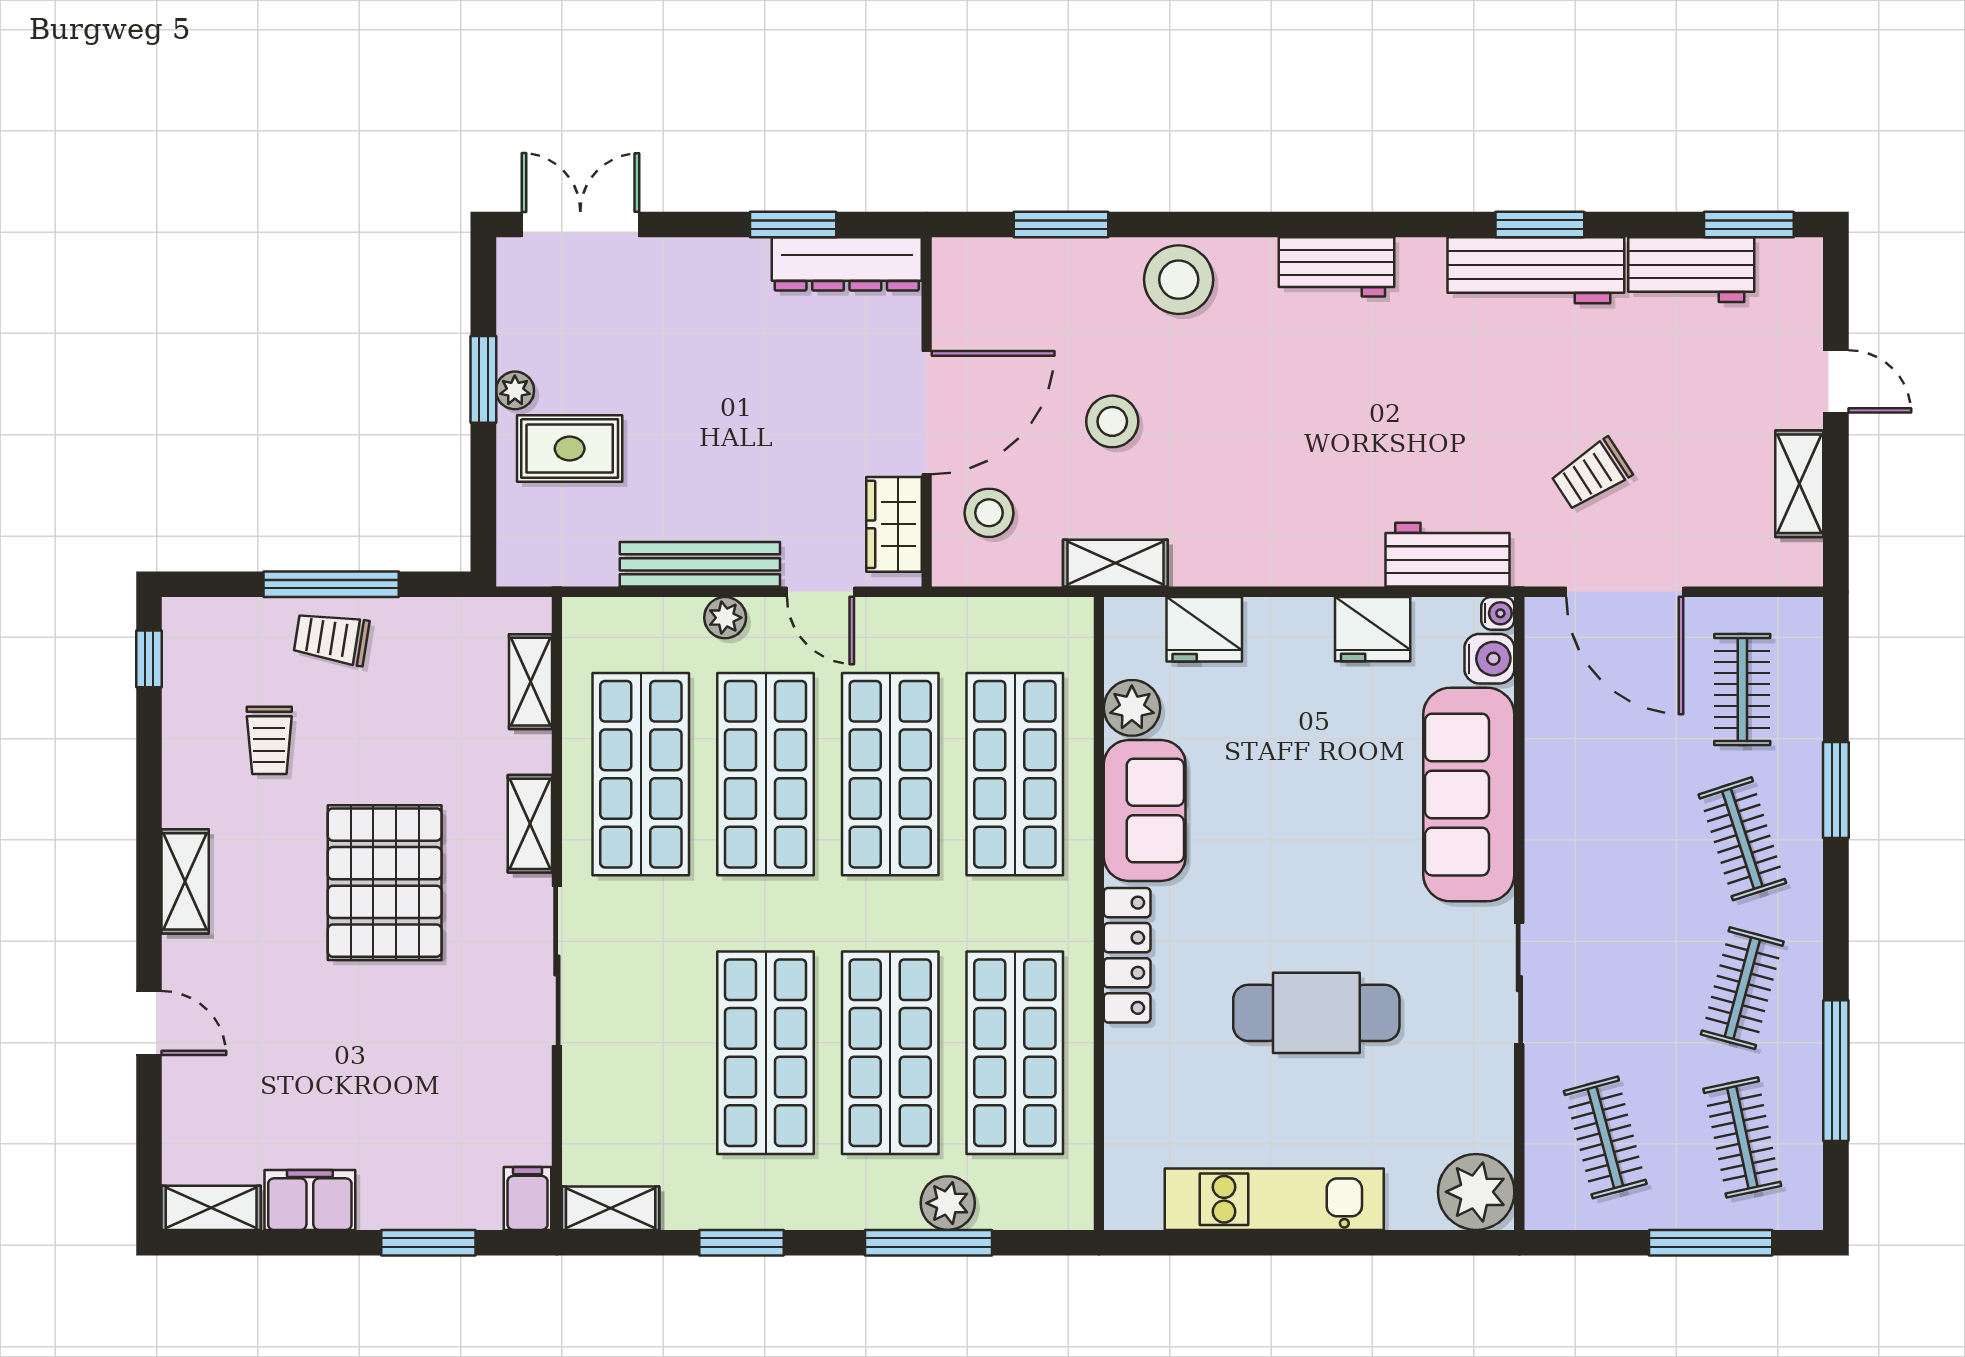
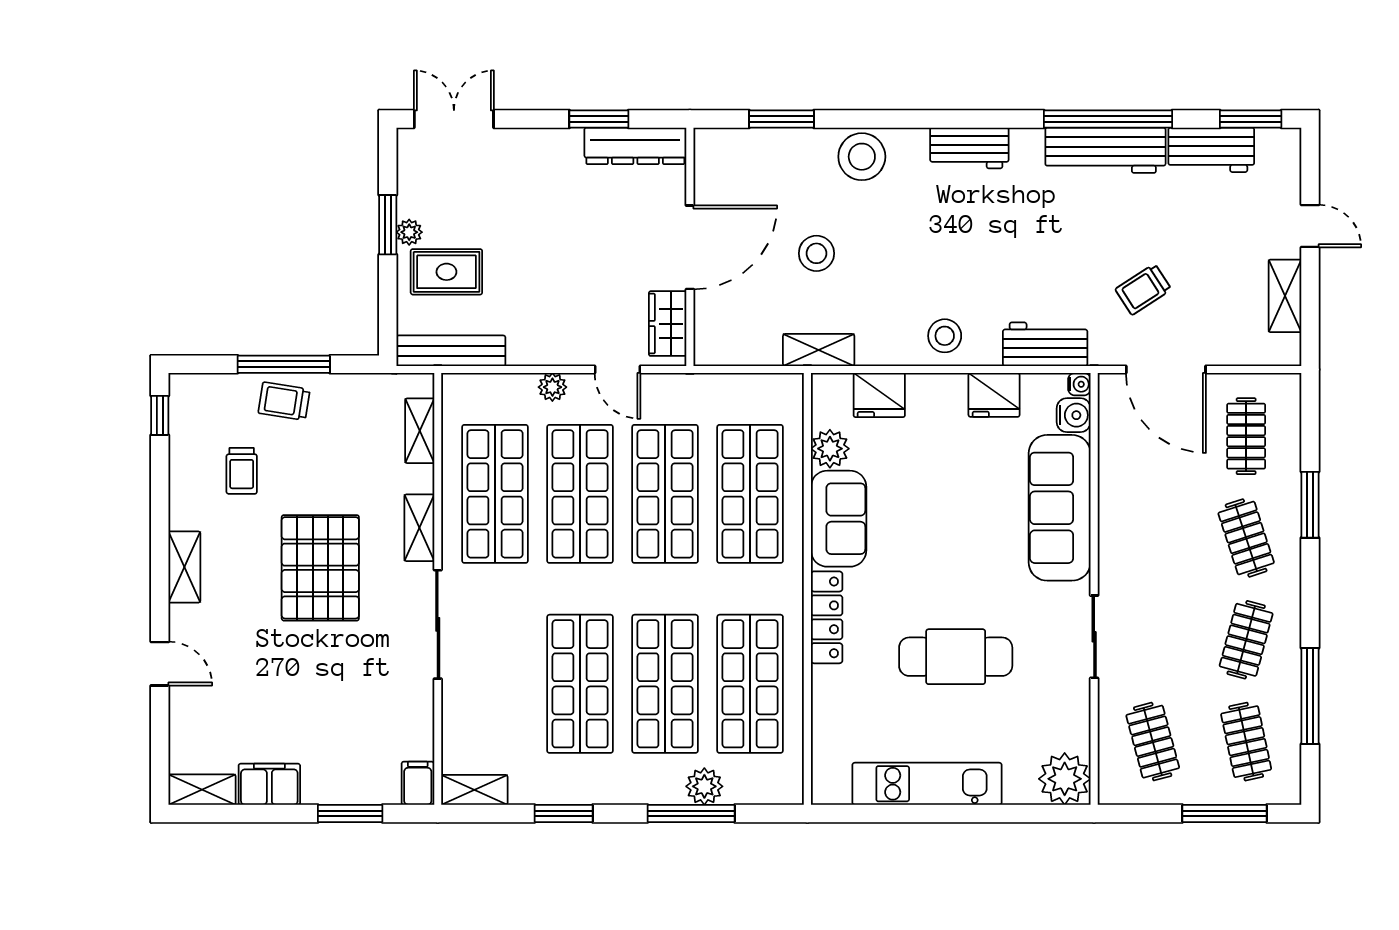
window: (1540, 225) -> (1108, 119), width x2.11
stool: (989, 513) -> (945, 336), moved
bench: (700, 564) -> (451, 351), moved

